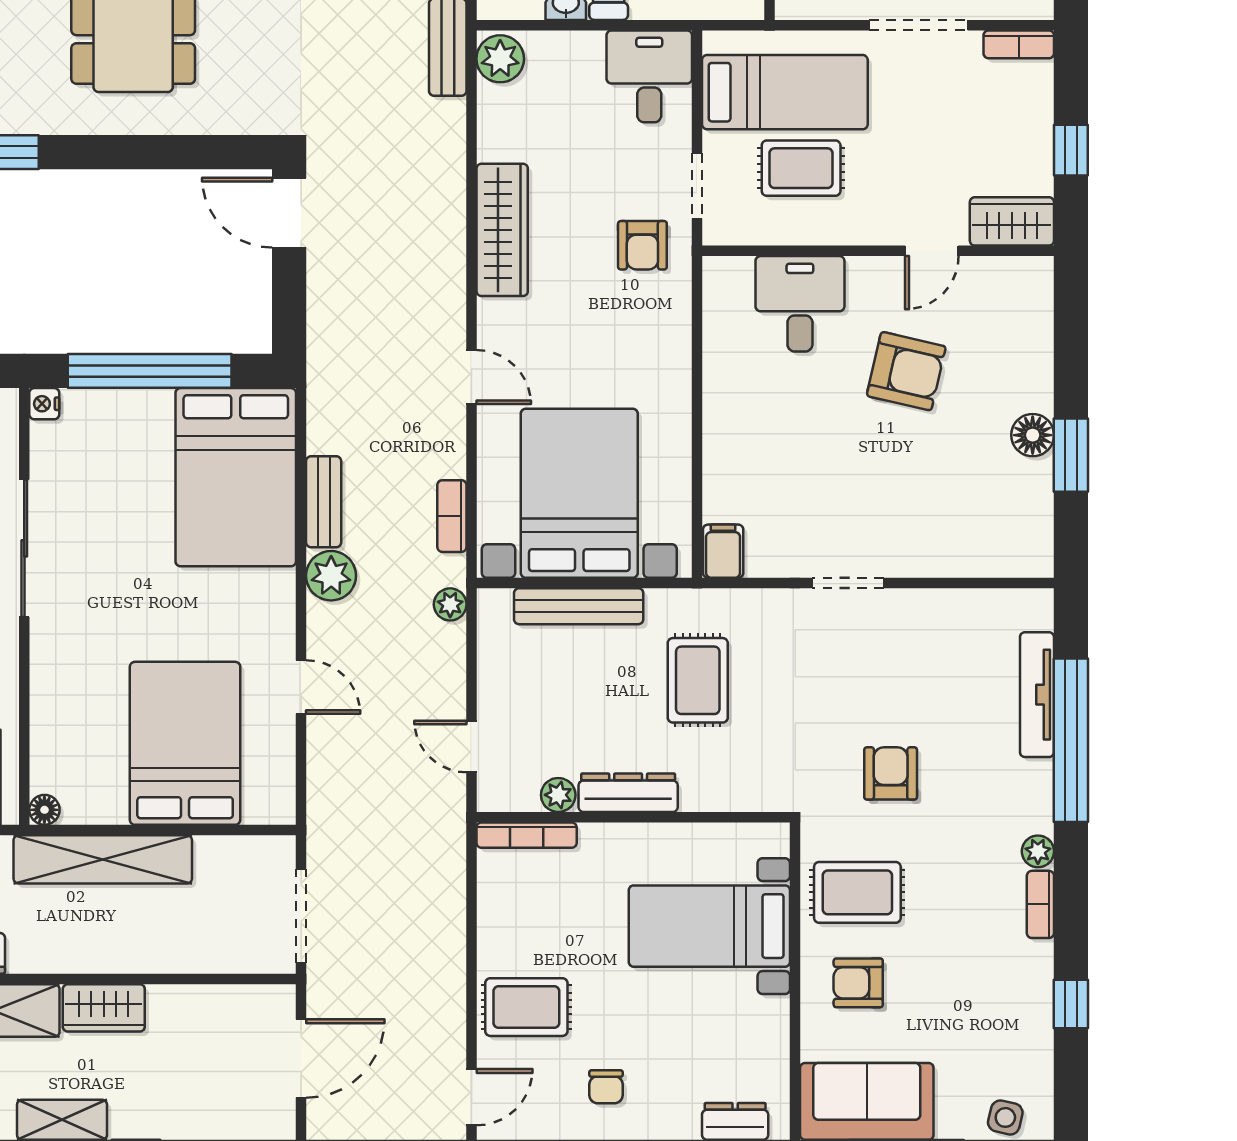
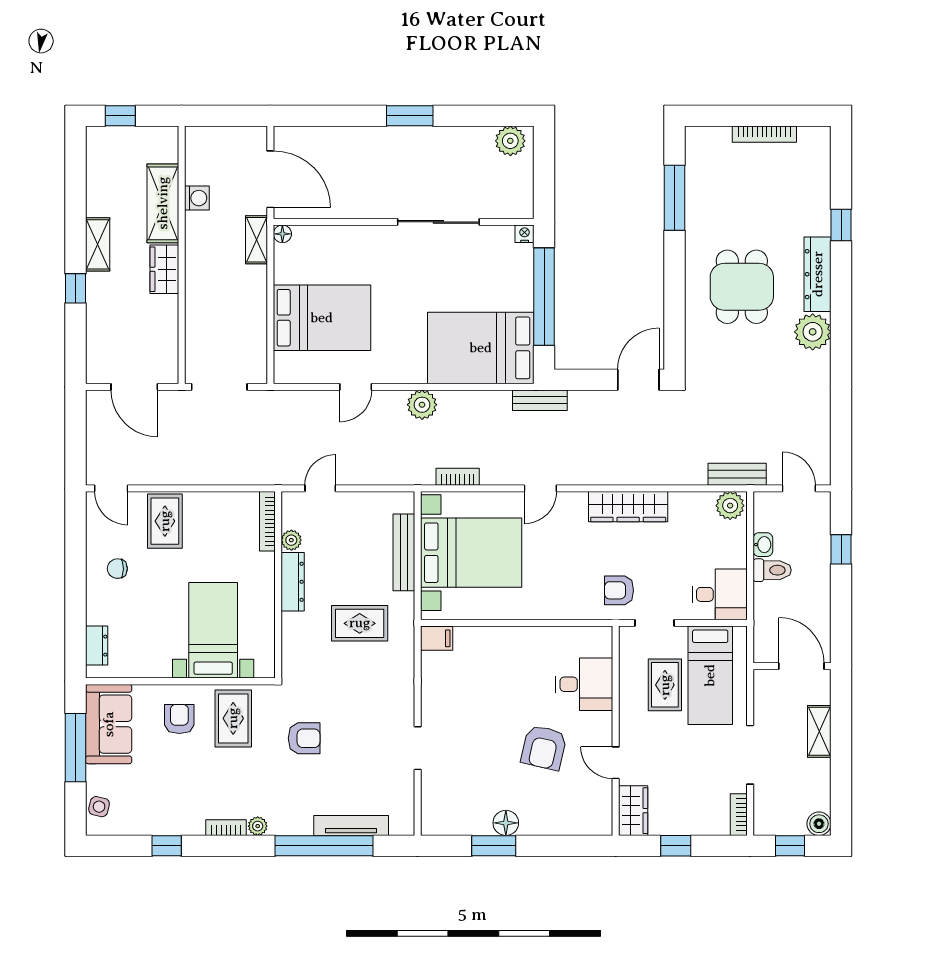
bench: (324, 502) -> (540, 400), moved
doorway: (848, 583) -> (418, 748), moved
plant: (450, 604) -> (405, 476), removed
shelving: (103, 859) -> (257, 240), width x0.45, depth x0.75

